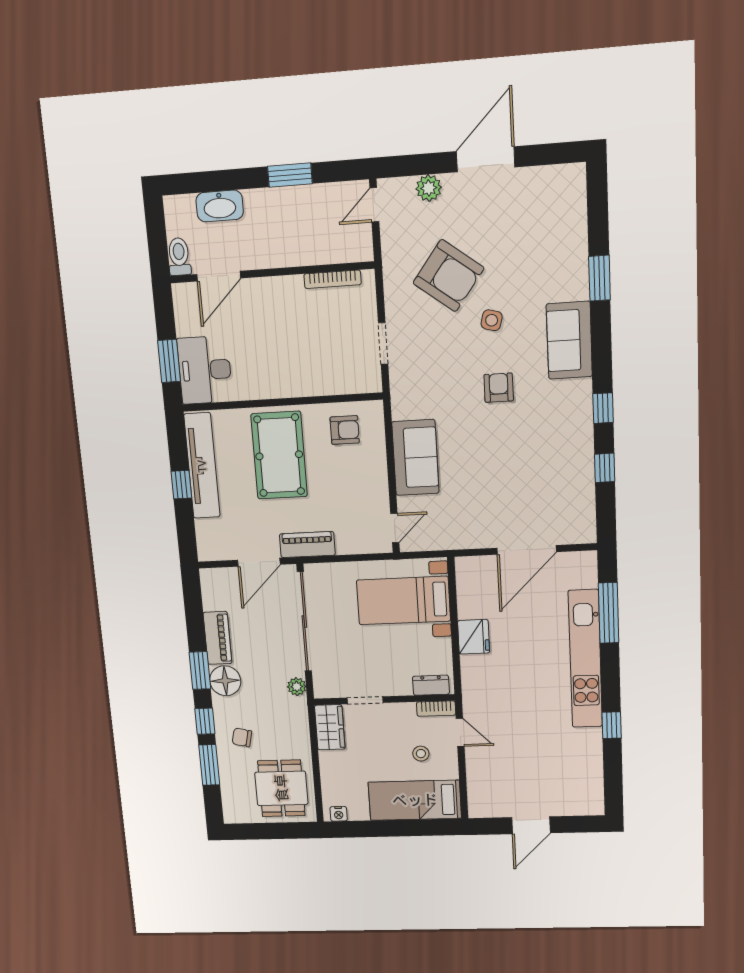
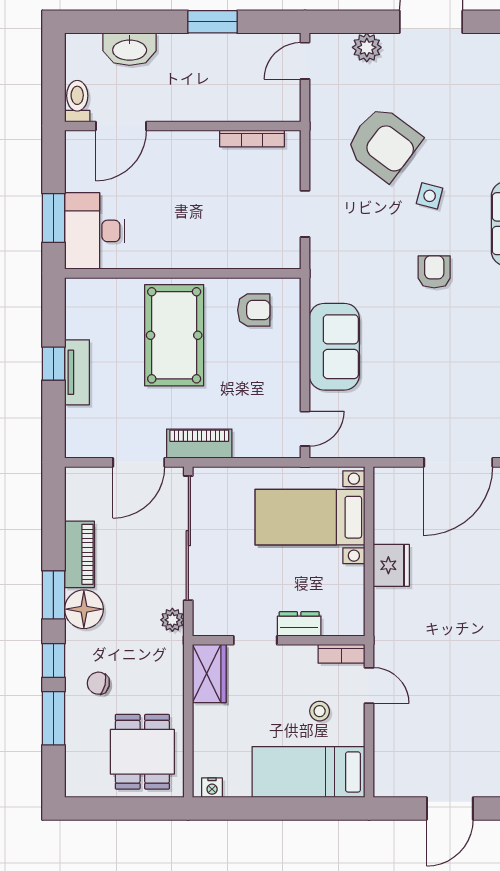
tv unit: (202, 466) -> (77, 372), width x0.52, depth x0.78
dresser: (431, 685) -> (299, 624), moved

